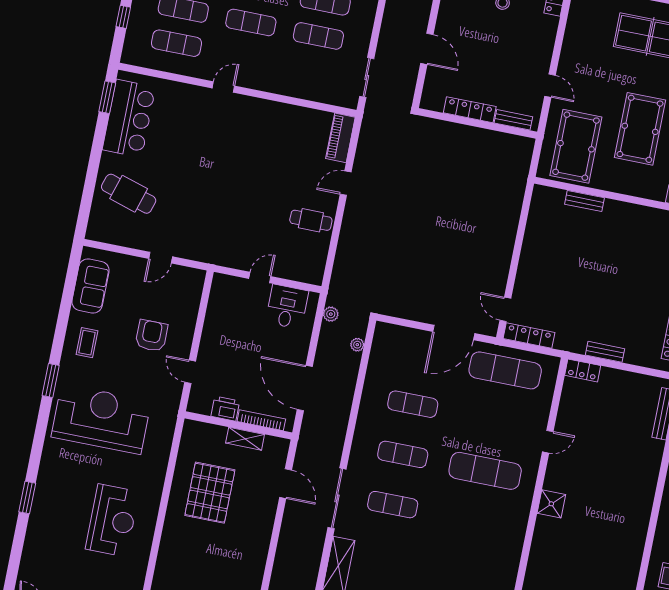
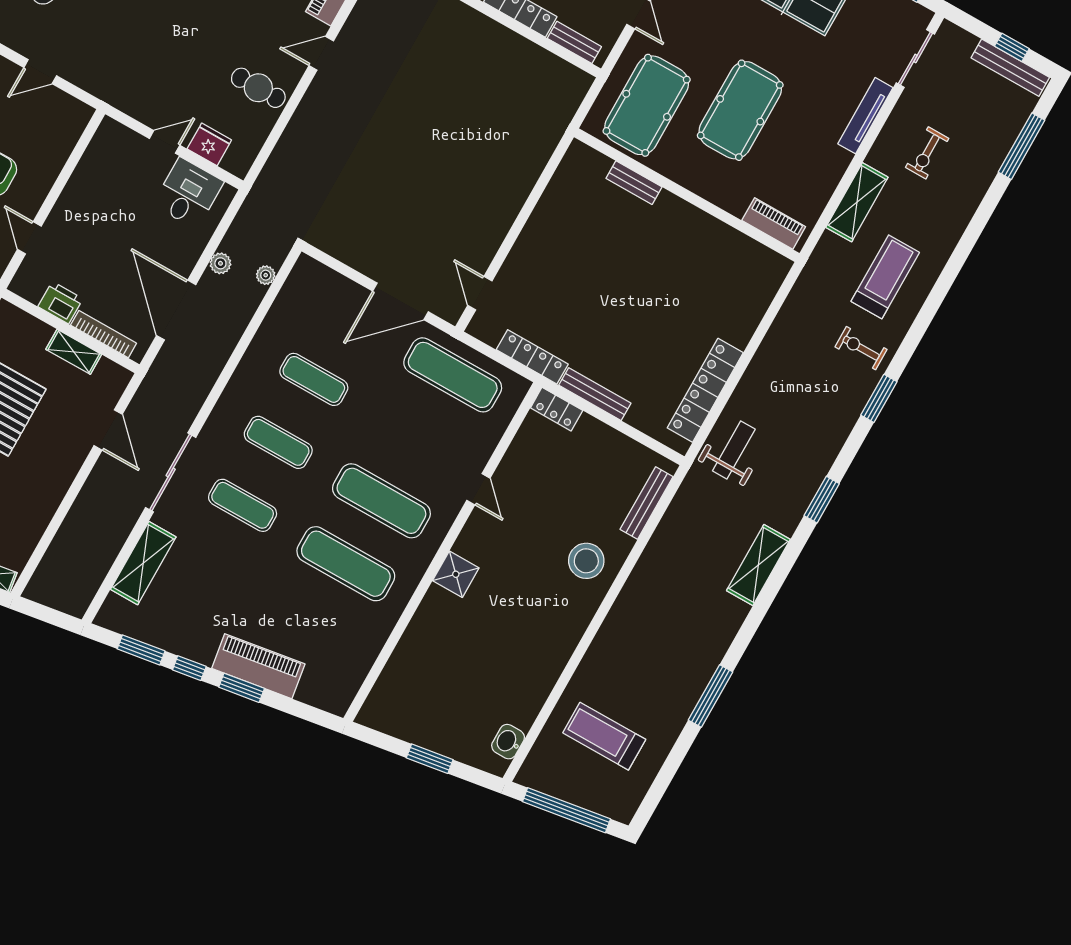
fridge: (290, 269) -> (209, 144), added
plant: (331, 314) -> (220, 263), moved
locker: (529, 336) -> (532, 357), moved
bench: (605, 352) -> (595, 394), width x1.36
door: (548, 442) -> (478, 489), hinge flipped
stool: (636, 466) -> (586, 561), added
exercise mat: (475, 521) -> (346, 564), added

